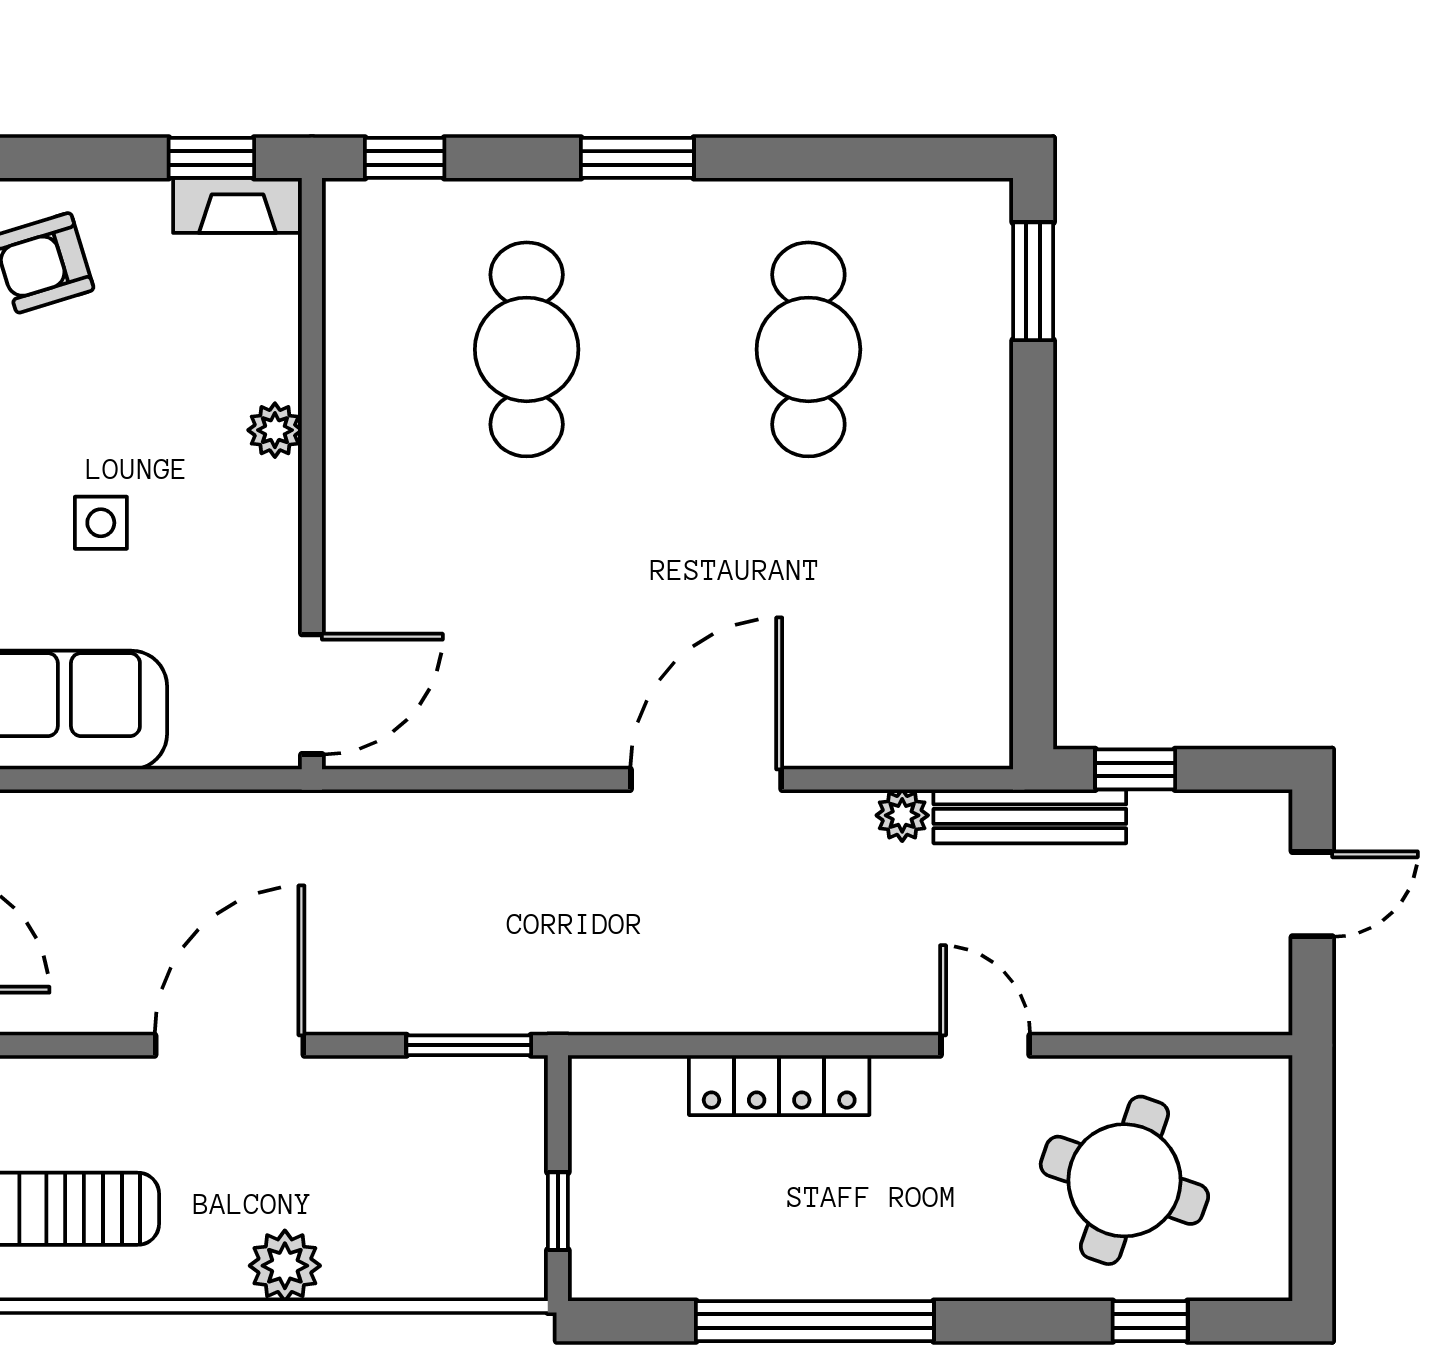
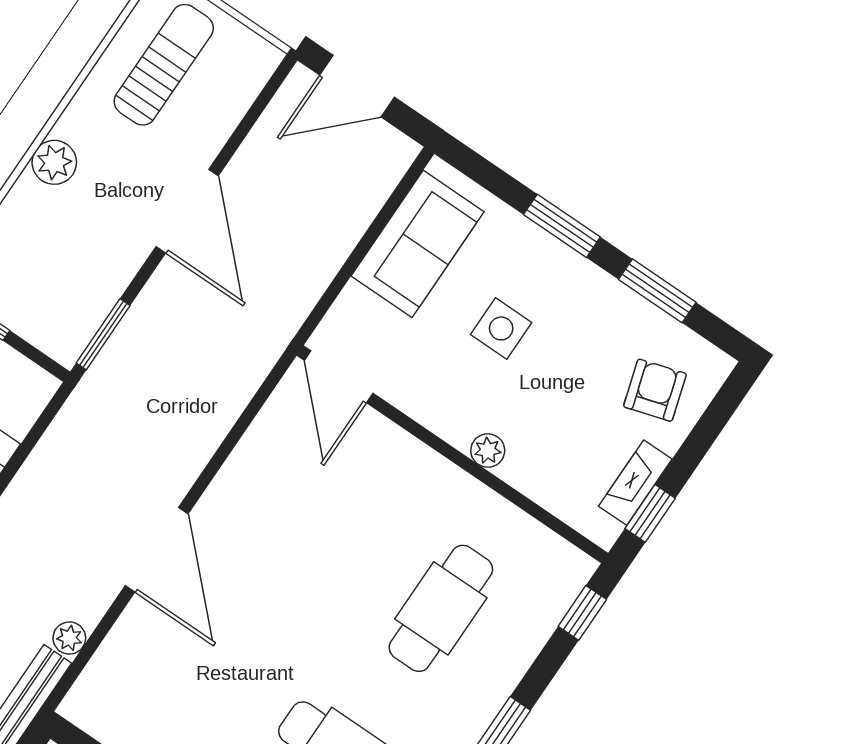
fireplace: (237, 205) -> (635, 483), moved
cafe table: (527, 349) -> (441, 608), turned 90
side table: (101, 523) -> (501, 328), width x1.37, depth x1.37

